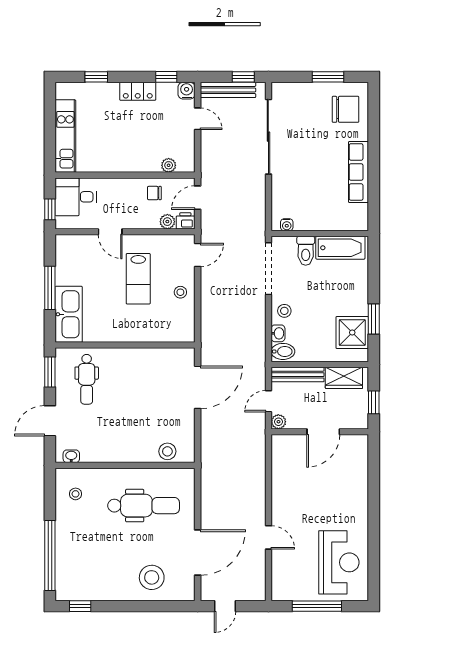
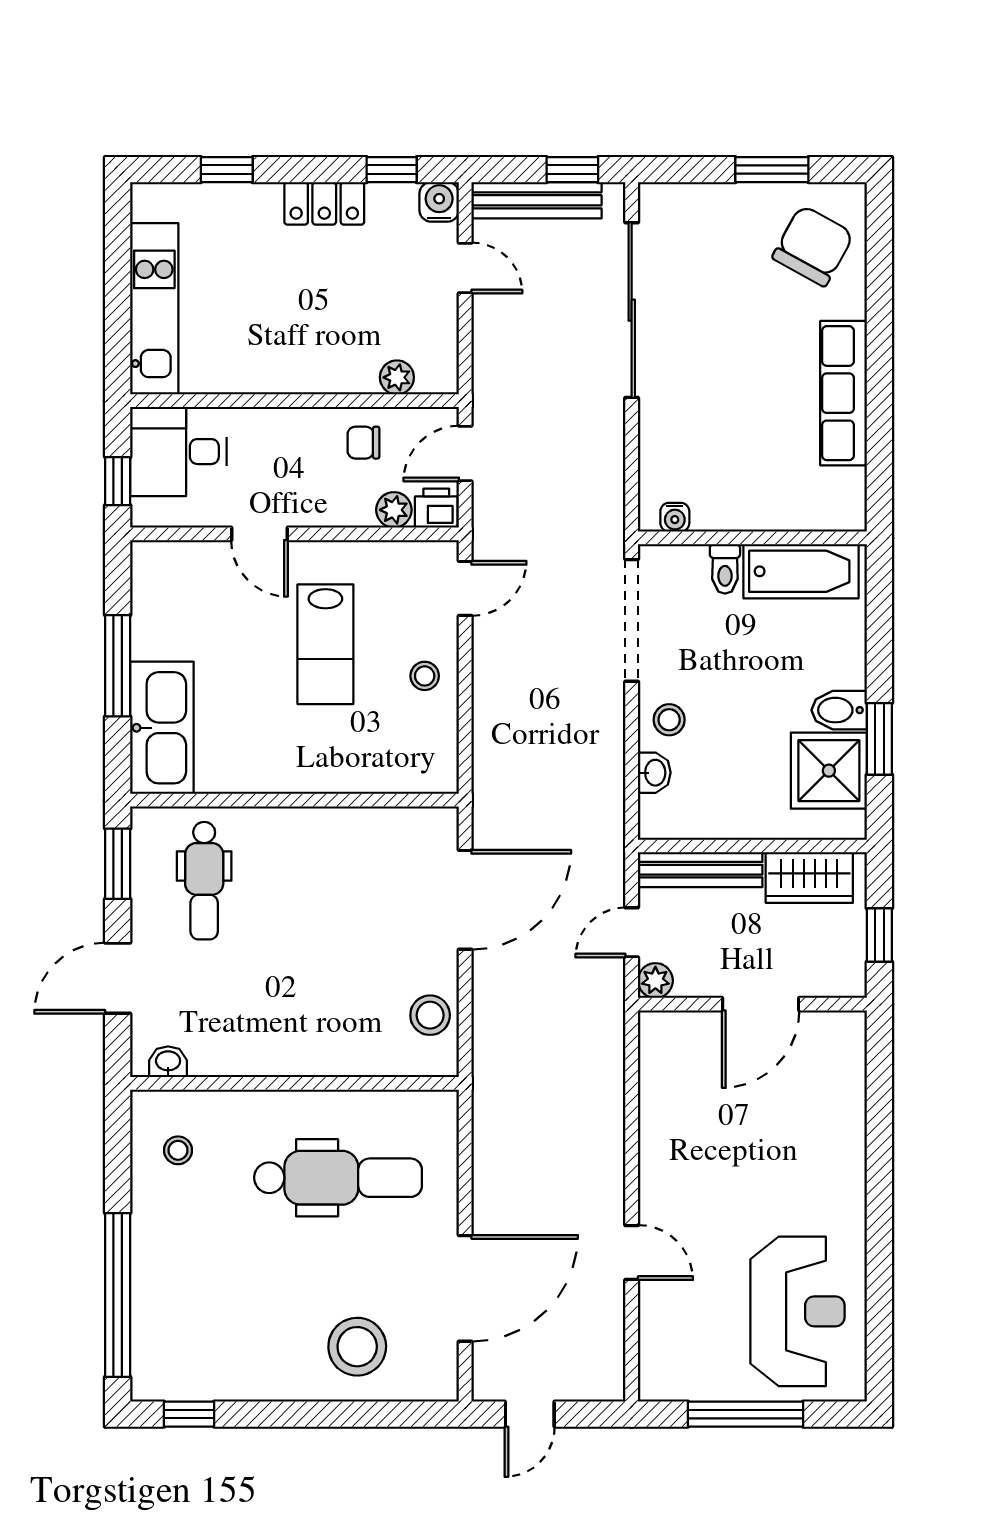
chair: (346, 109) -> (813, 246), turned -61
toilet: (306, 251) -> (725, 569), width x0.73, depth x0.72
bidet: (283, 351) -> (839, 710), moved, turned 180
stool: (167, 451) -> (430, 1015), moved

